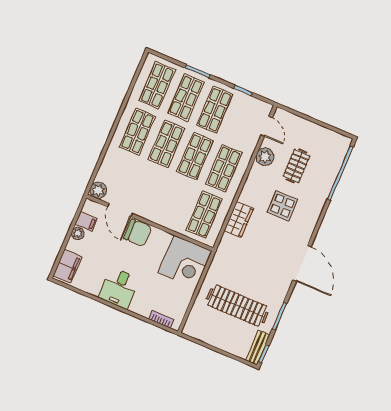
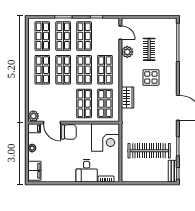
shop shelf: (175, 202) -> (84, 103), added
filing cabinet: (86, 221) -> (34, 128), moved
desk: (119, 288) -> (87, 171), moved

